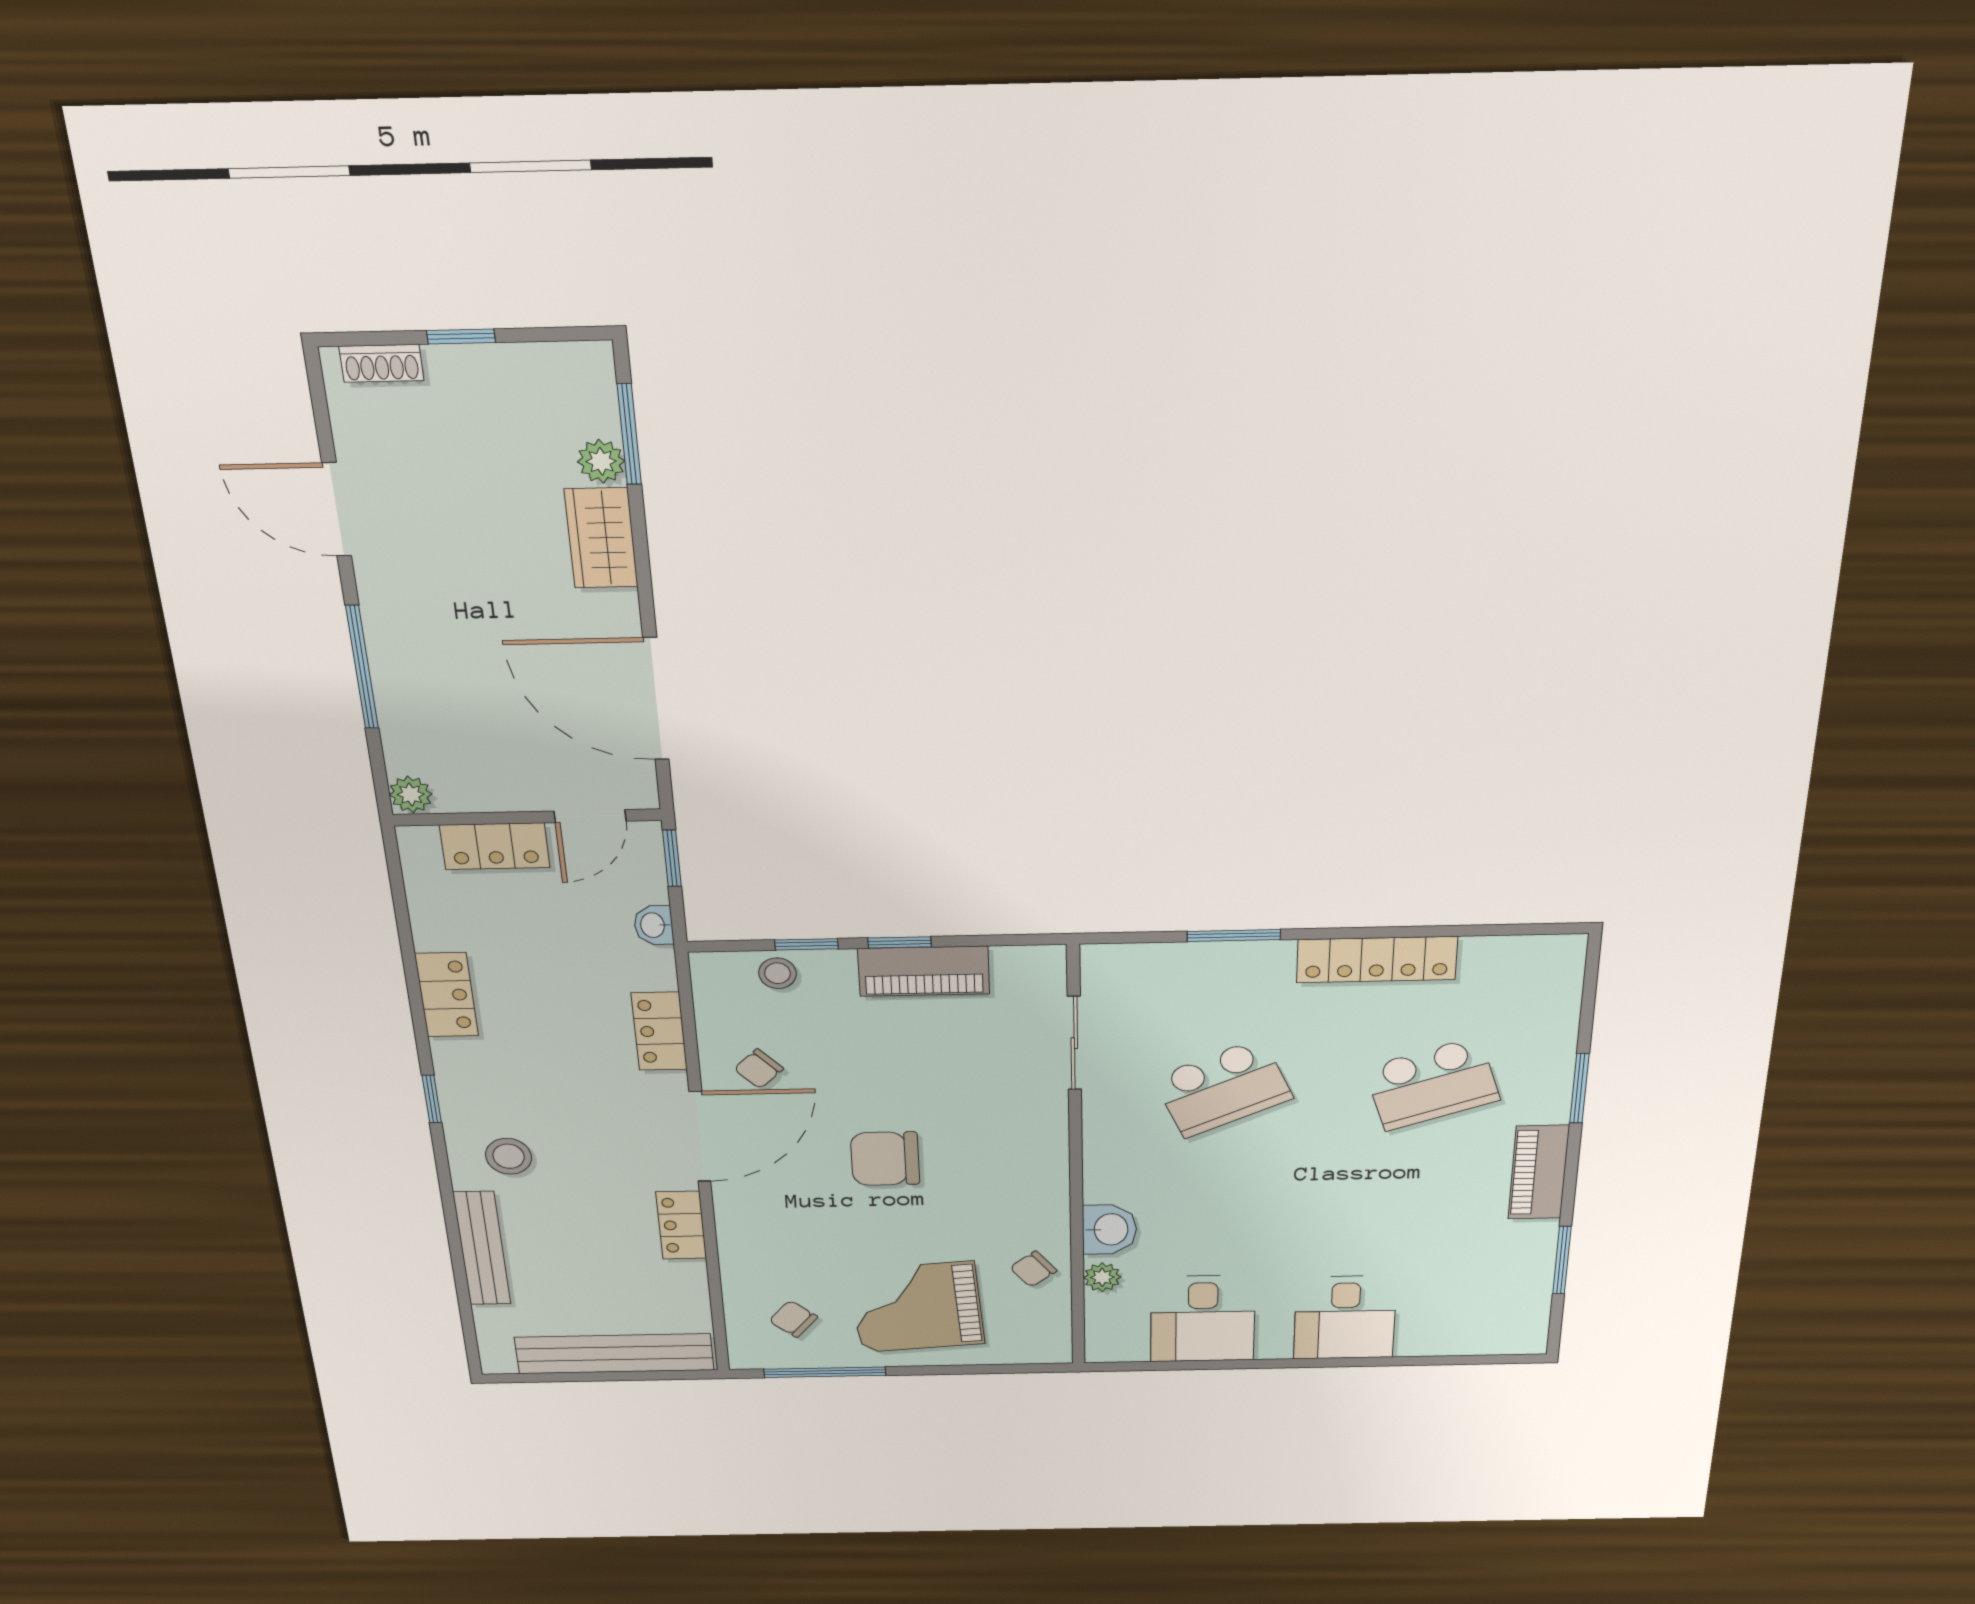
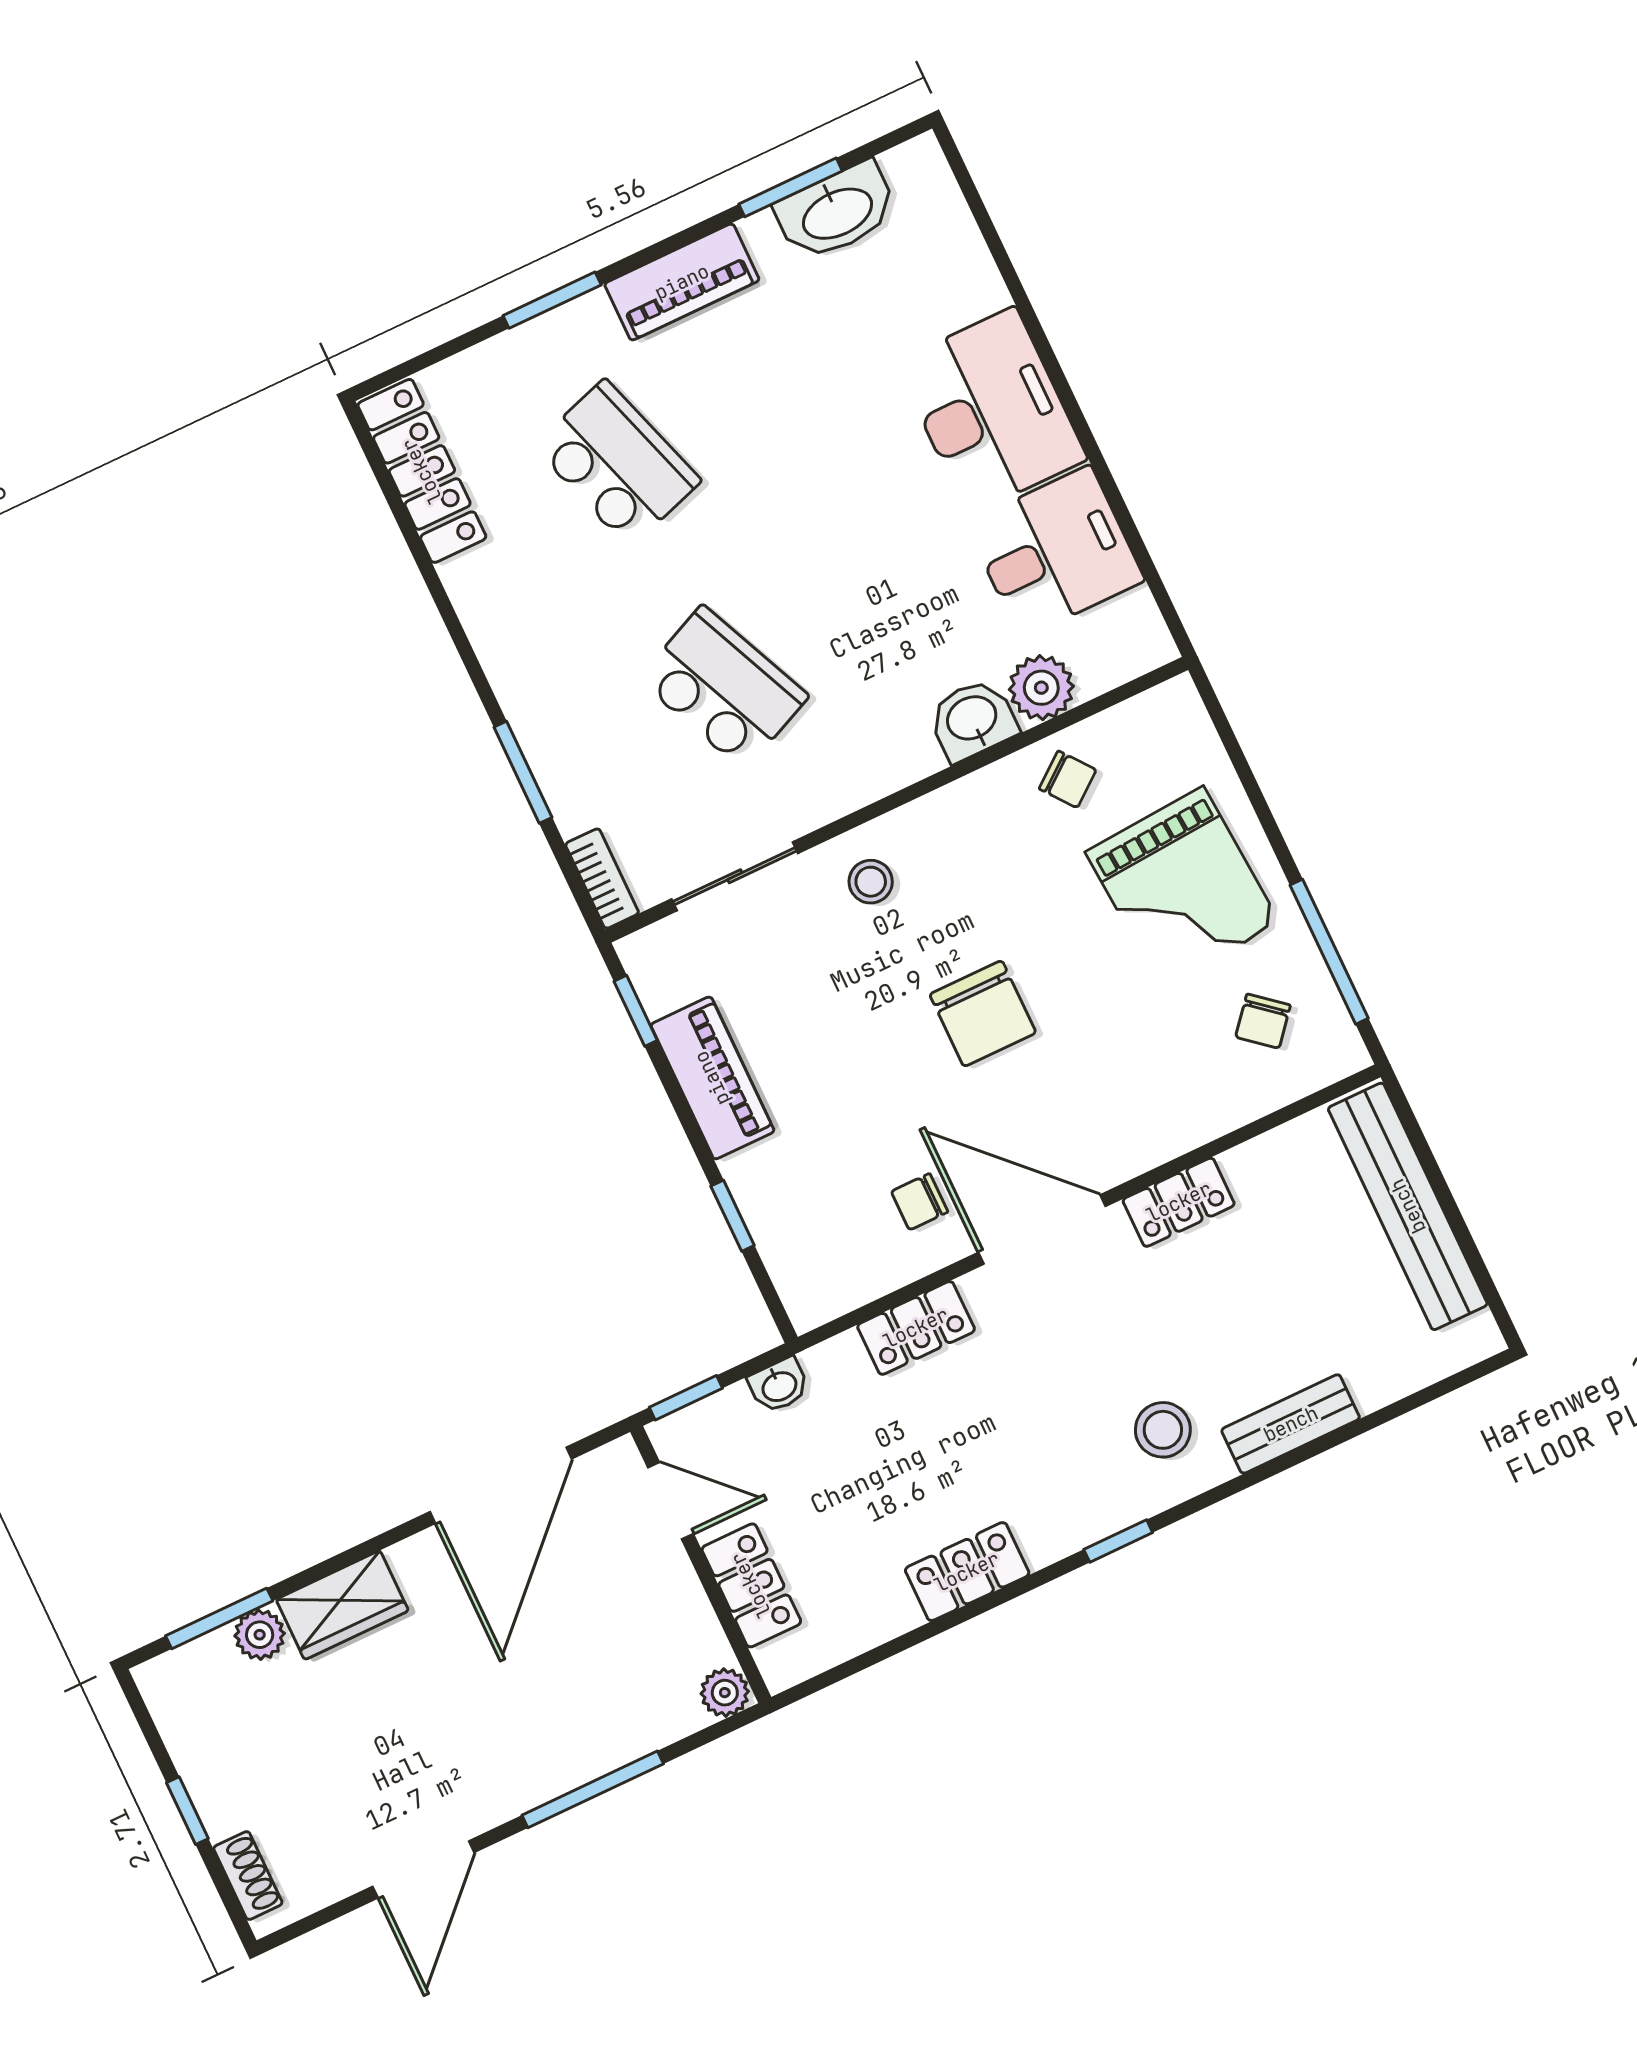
window: (900, 942) -> (636, 1011), moved
bookcase: (1121, 957) -> (602, 879), added
locker: (1377, 960) -> (422, 471), moved
stool: (777, 973) -> (871, 882), moved
chair: (759, 1069) -> (920, 1202), turned 134
bench: (482, 1248) -> (1291, 1424), width x0.73
plant: (1102, 1277) -> (1041, 688), width x1.38, depth x1.38
washbasin: (1526, 1280) -> (837, 212), added
desk: (1345, 1318) -> (991, 411), width x1.37

